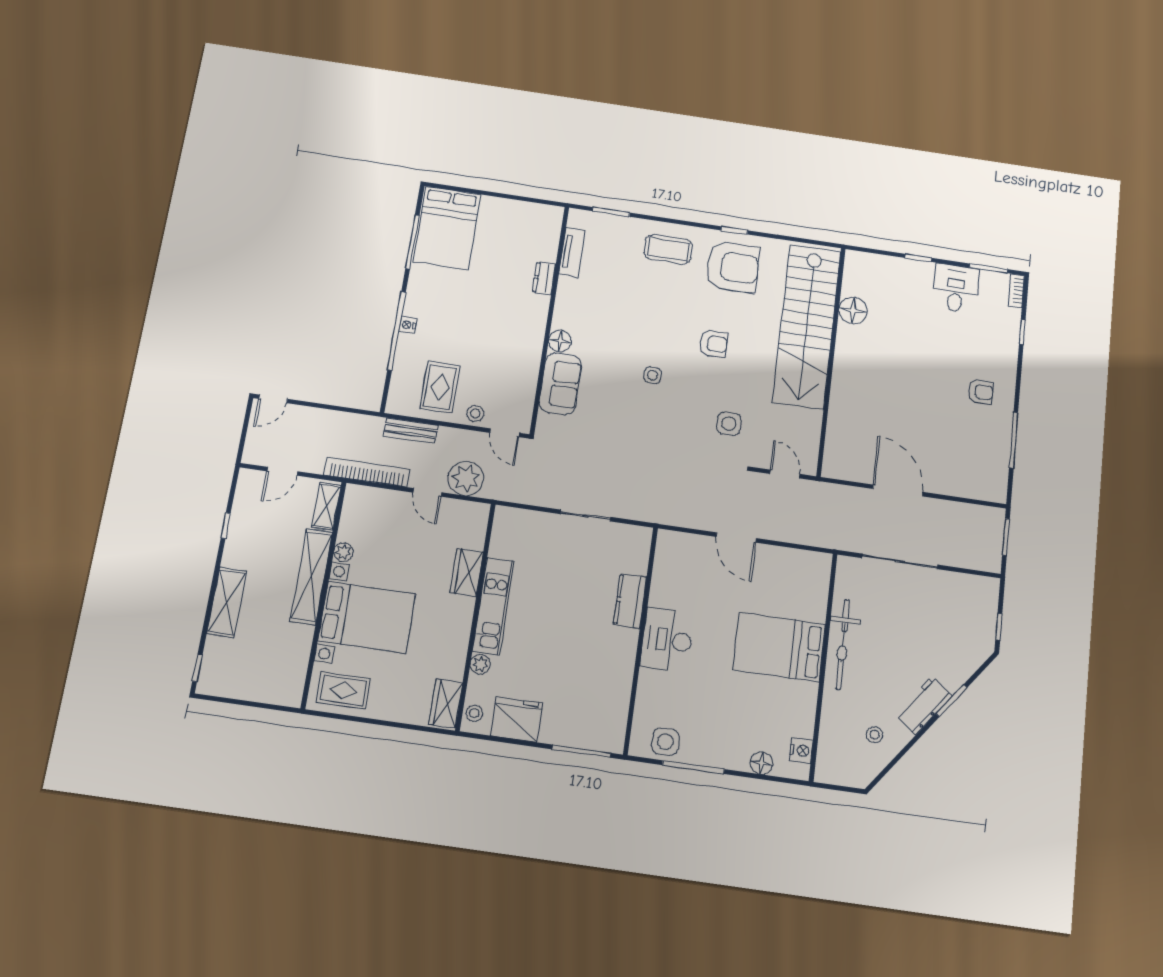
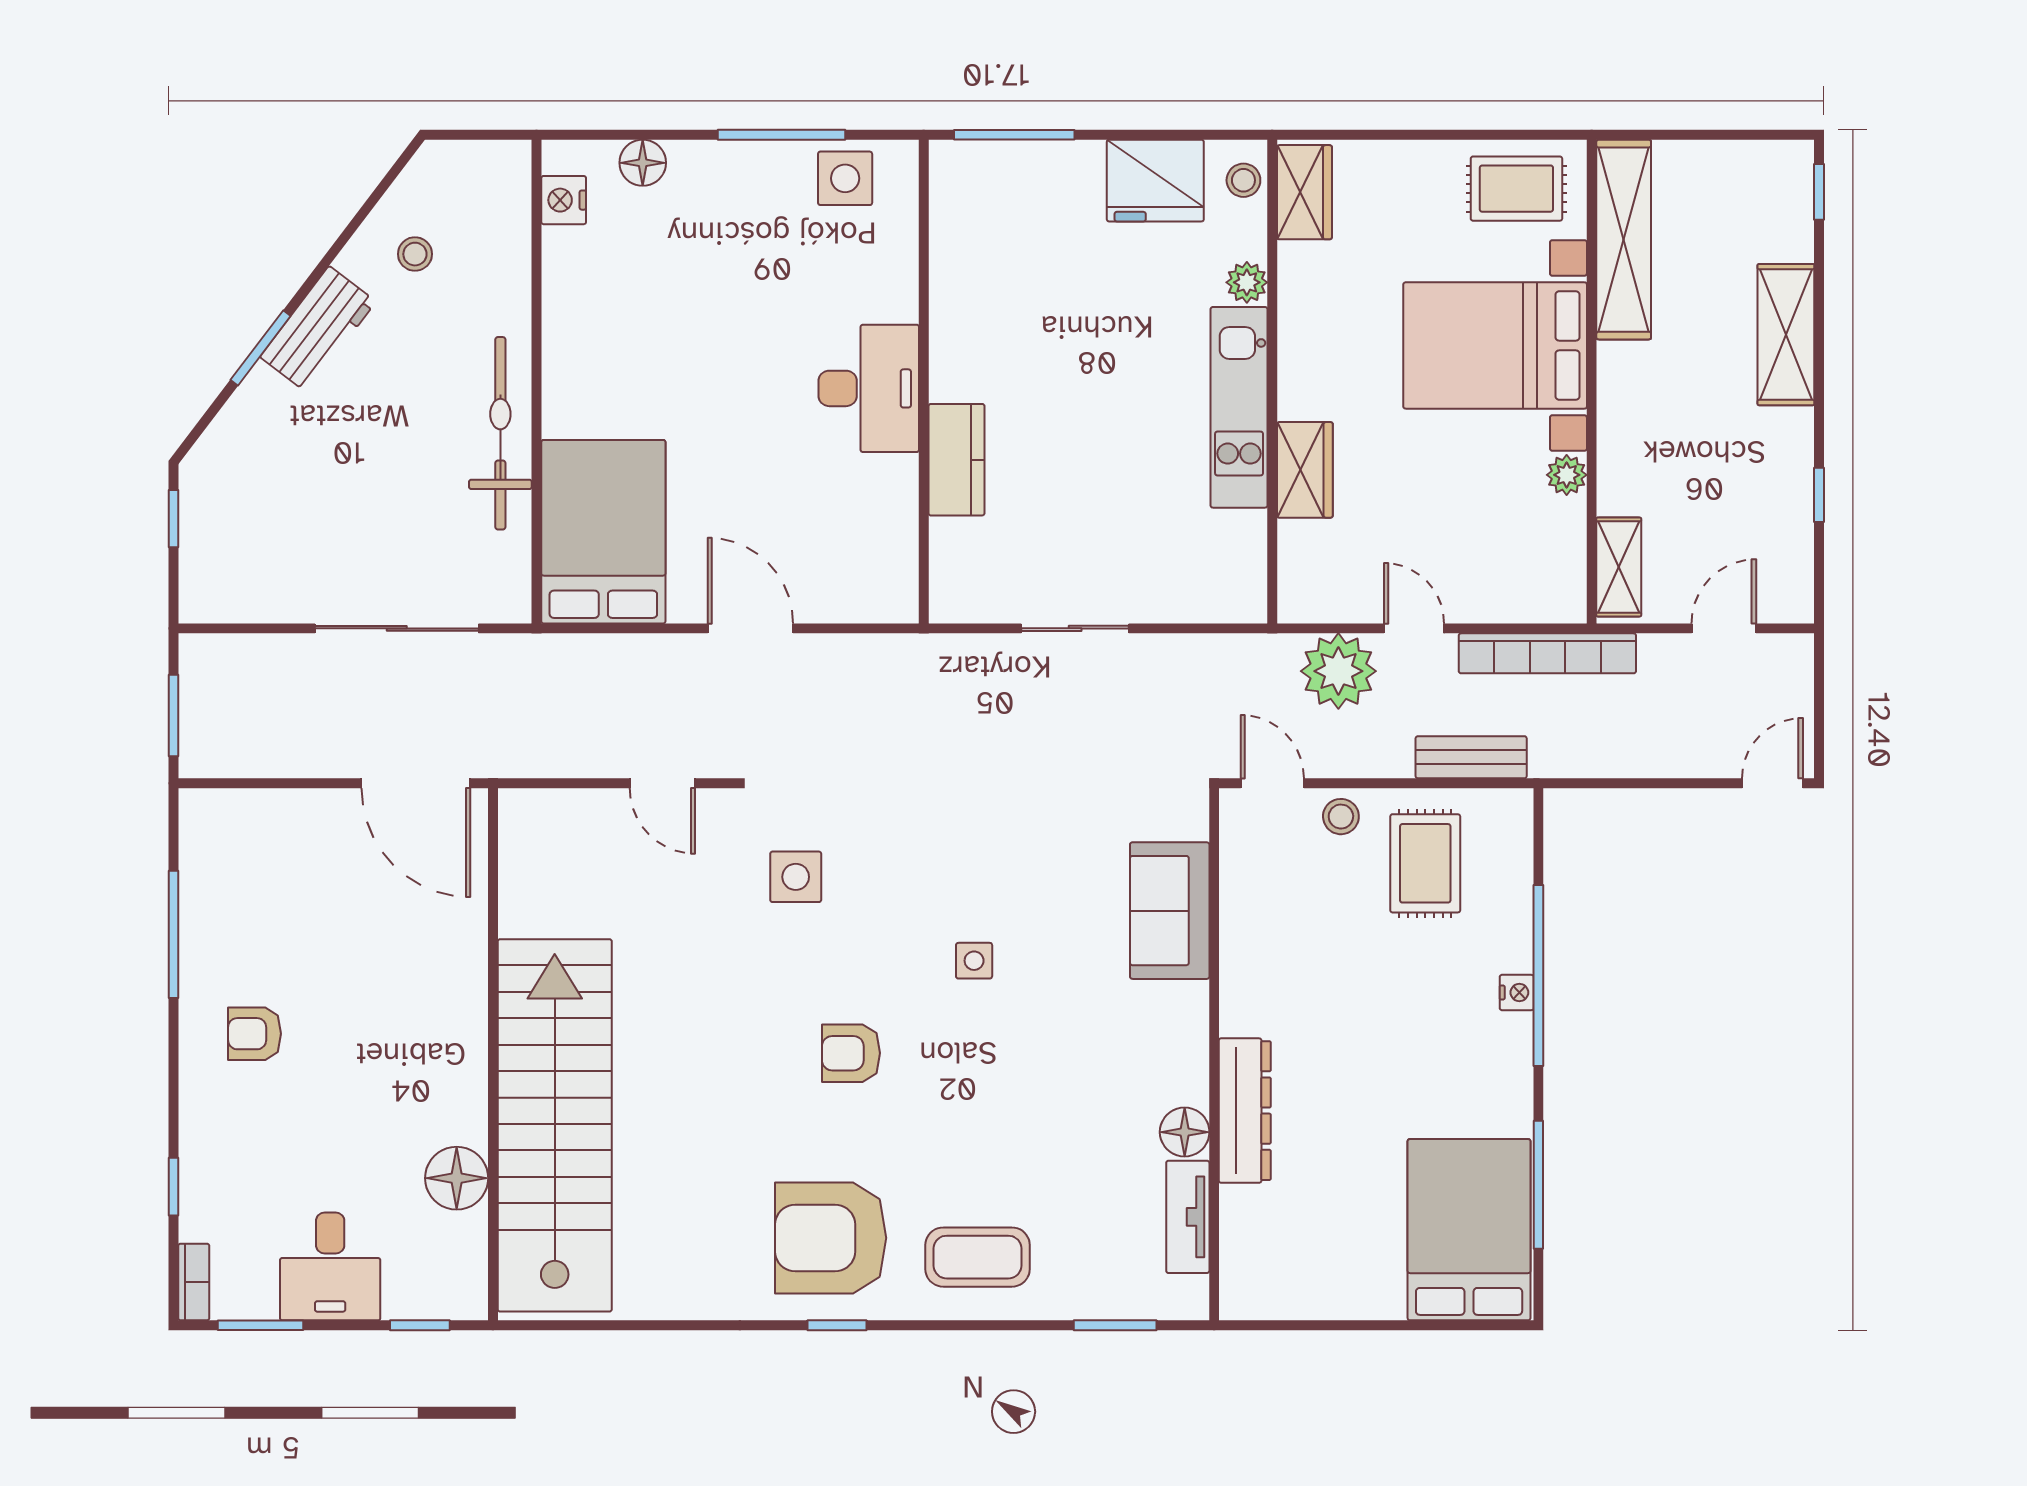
dresser: (544, 278) -> (1245, 1111), width x1.96, depth x1.24
floor lamp: (853, 310) -> (457, 1178), moved
stairs: (807, 326) -> (555, 1125), moved
floor lamp: (560, 341) -> (1185, 1132), moved
wall: (831, 361) -> (493, 1054), moved
shelving: (311, 577) -> (1624, 240), moved
bed: (779, 647) -> (603, 532), moved, turned -90

